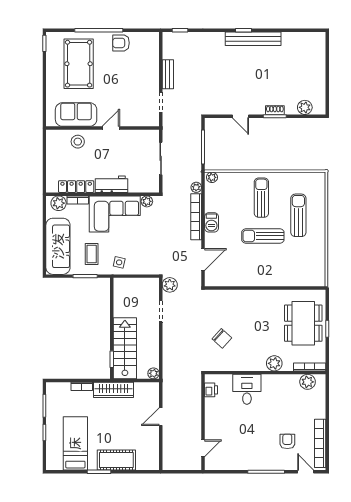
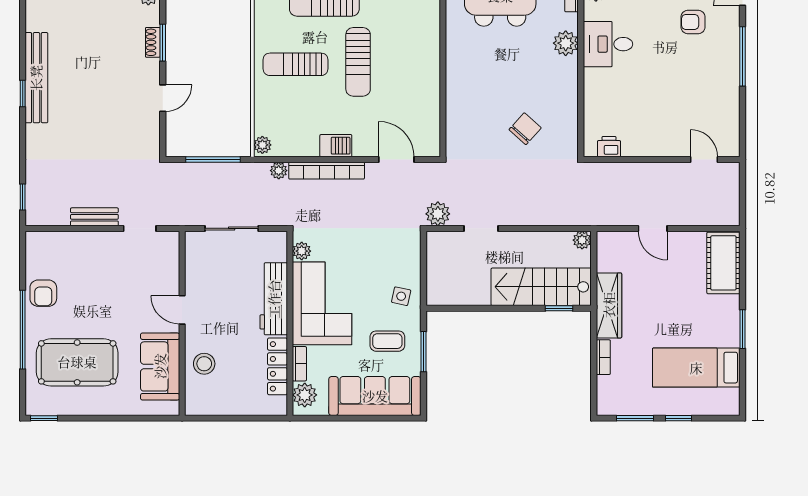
workbench: (112, 184) -> (274, 299), width x1.38
desk: (247, 389) -> (608, 44), moved
cot: (116, 460) -> (723, 263), moved

